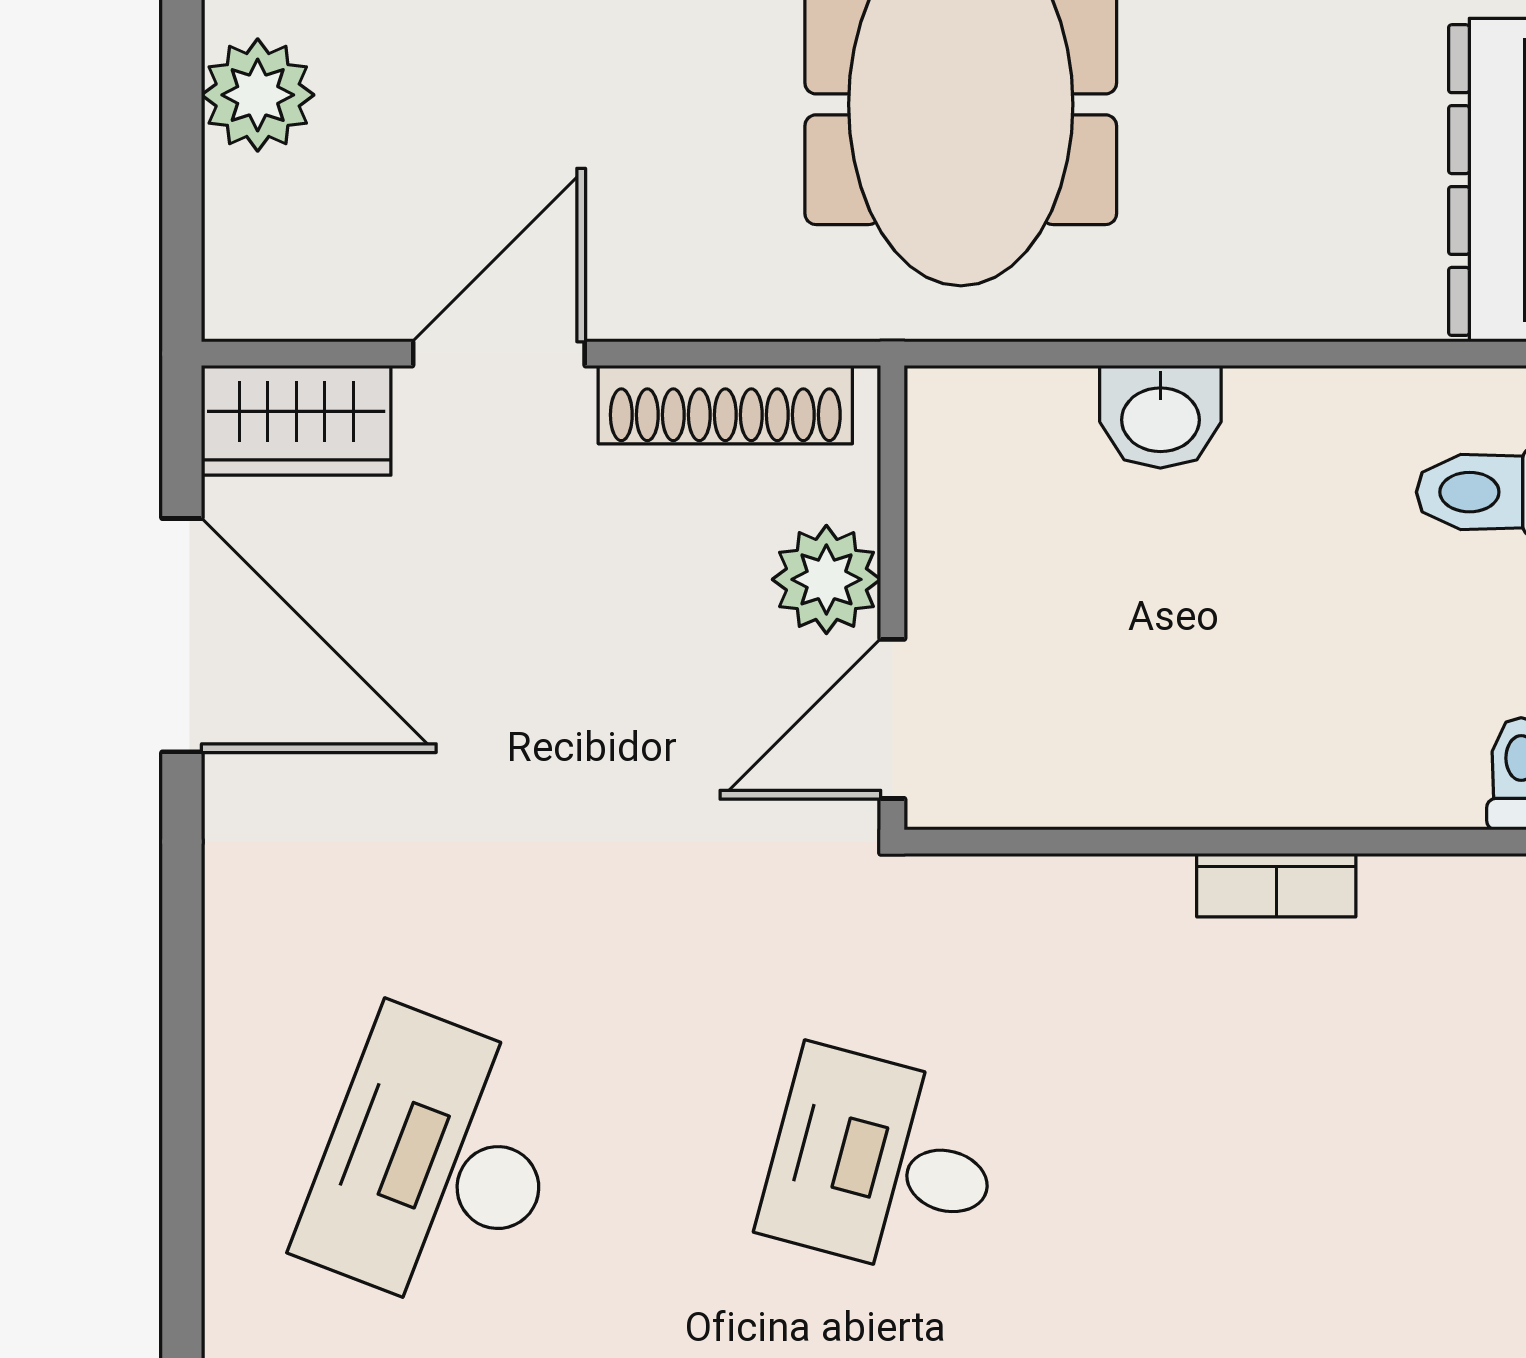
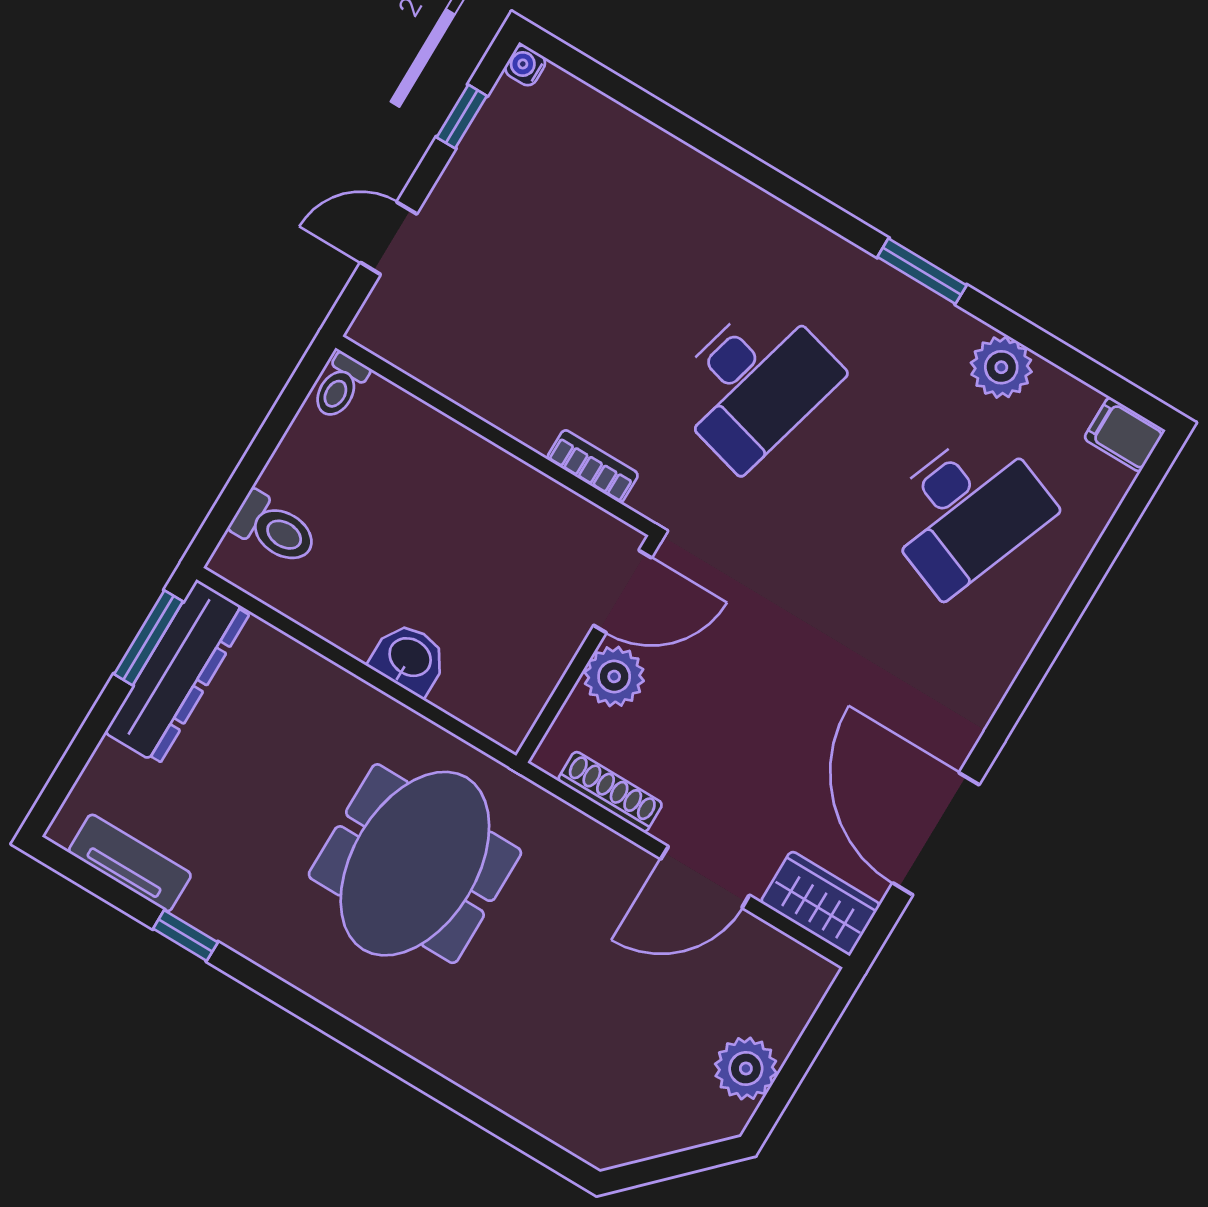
shoe rack: (725, 405) -> (610, 792), width x0.74, depth x0.81
bookcase: (1276, 885) -> (593, 466), moved
desk: (883, 1164) -> (754, 383), width x1.37

